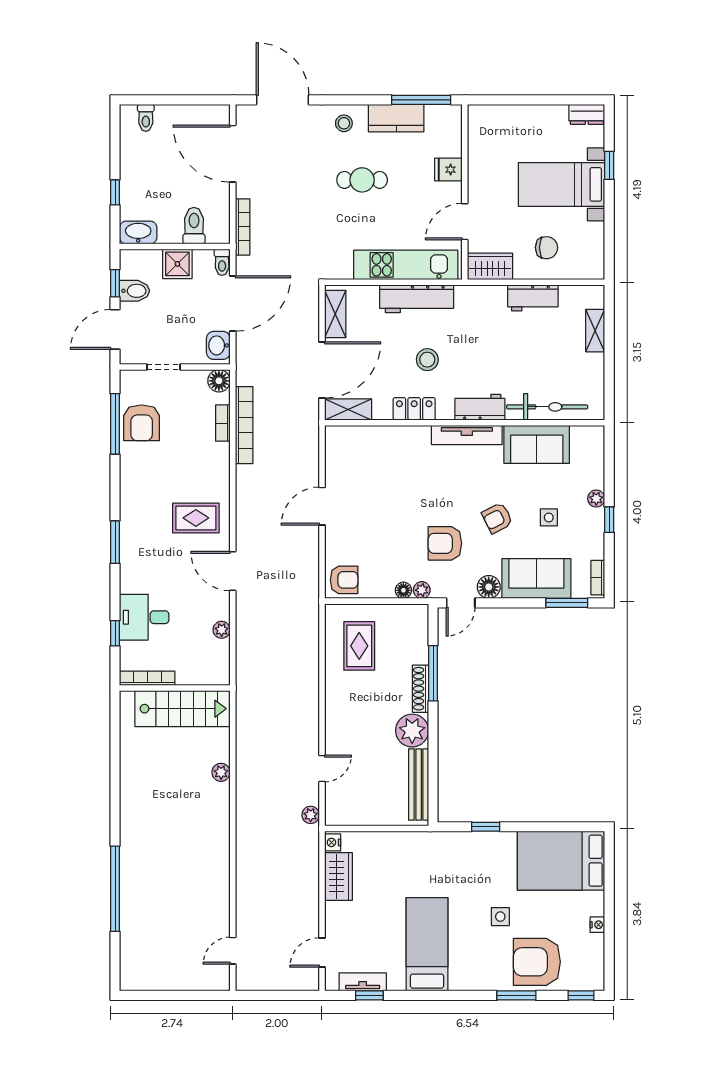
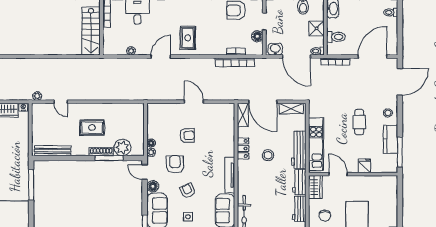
floor lamp: (219, 381) -> (257, 36), moved
workbench: (480, 407) -> (299, 182), moved, turned 180
armchair: (344, 580) -> (187, 135), moved, turned -90
rug: (359, 646) -> (92, 128), moved
plant: (412, 731) -> (122, 147), moved
plant: (221, 772) -> (59, 51), removed
window: (486, 827) -> (31, 185), width x2.17

